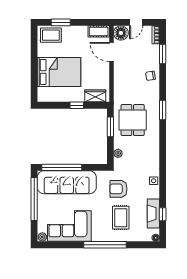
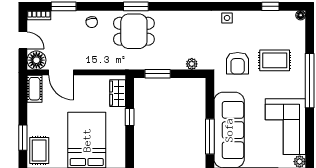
door: (111, 52) -> (61, 72), hinge flipped
dining table: (133, 120) -> (134, 31), moved
window: (62, 167) -> (210, 137), width x0.68
fireplace: (153, 214) -> (269, 18), removed

